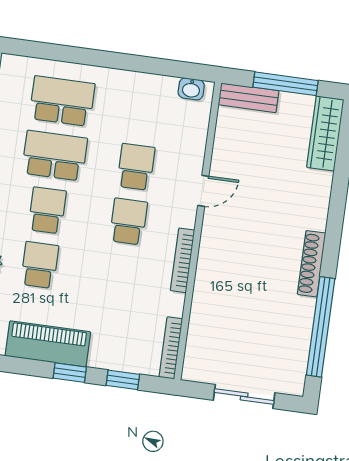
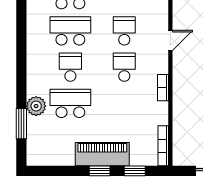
bookcase: (182, 260) -> (163, 88), width x0.64
school desk: (40, 265) -> (70, 103), width x1.85
piano: (48, 344) -> (102, 154), moved

